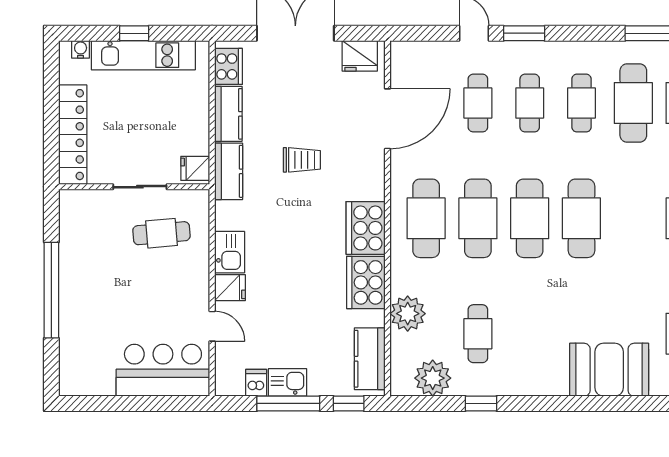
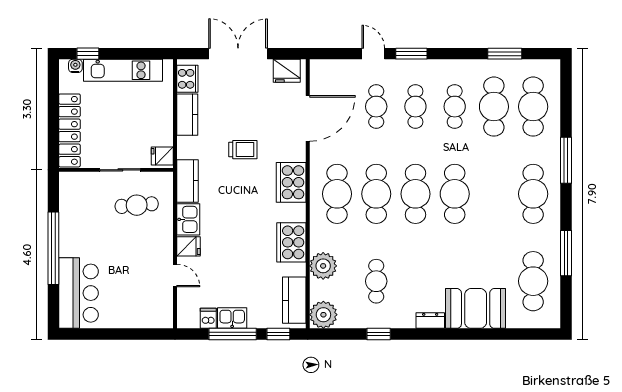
window: (134, 33) -> (88, 54), moved
kitchen counter: (229, 171) -> (188, 181), moved
cooker: (366, 228) -> (291, 182), moved
bar counter: (163, 370) -> (78, 293), moved, turned 90
plant: (433, 378) -> (323, 315), moved
dresser: (549, 386) -> (430, 321), added

